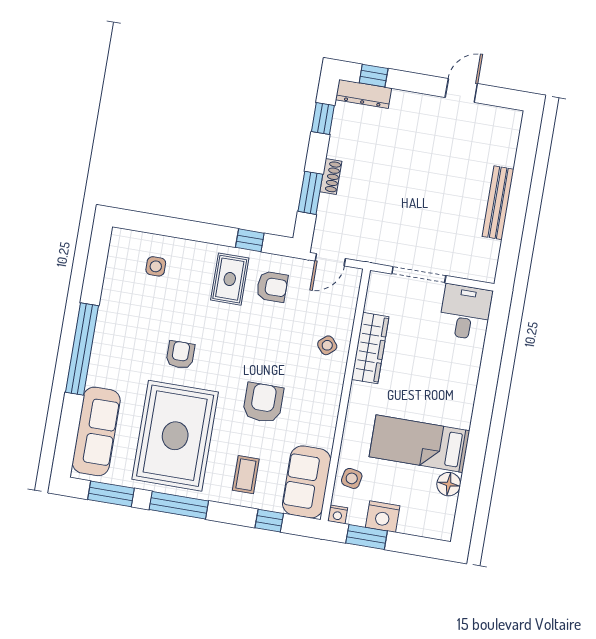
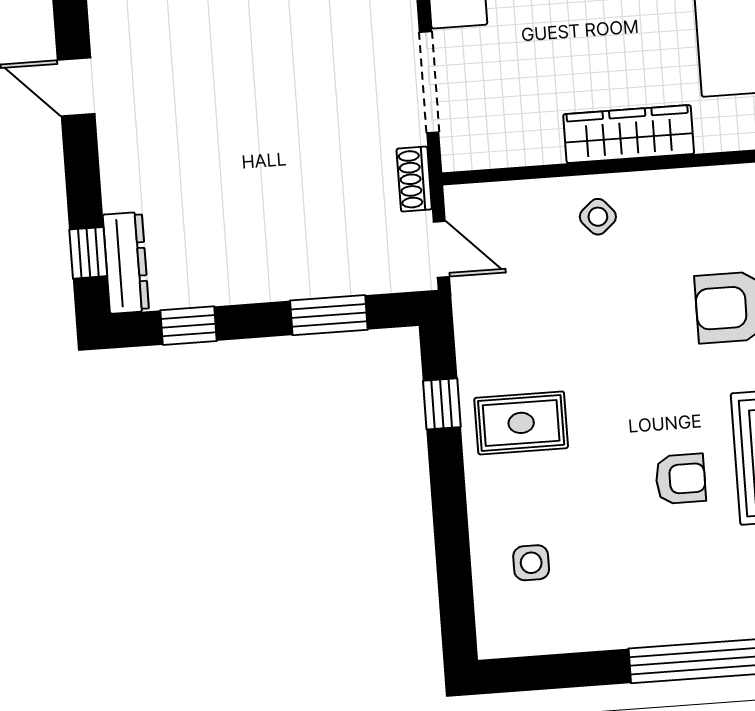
shoe rack: (331, 176) -> (414, 179), moved, turned -90
armchair: (272, 287) -> (516, 343), removed
wardrobe: (370, 348) -> (629, 134), moved
armchair: (180, 355) -> (681, 479), turned 180

